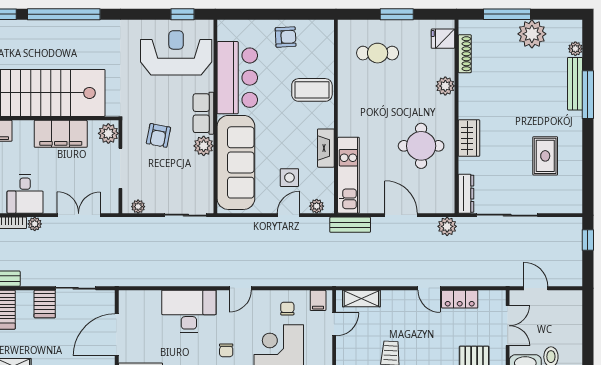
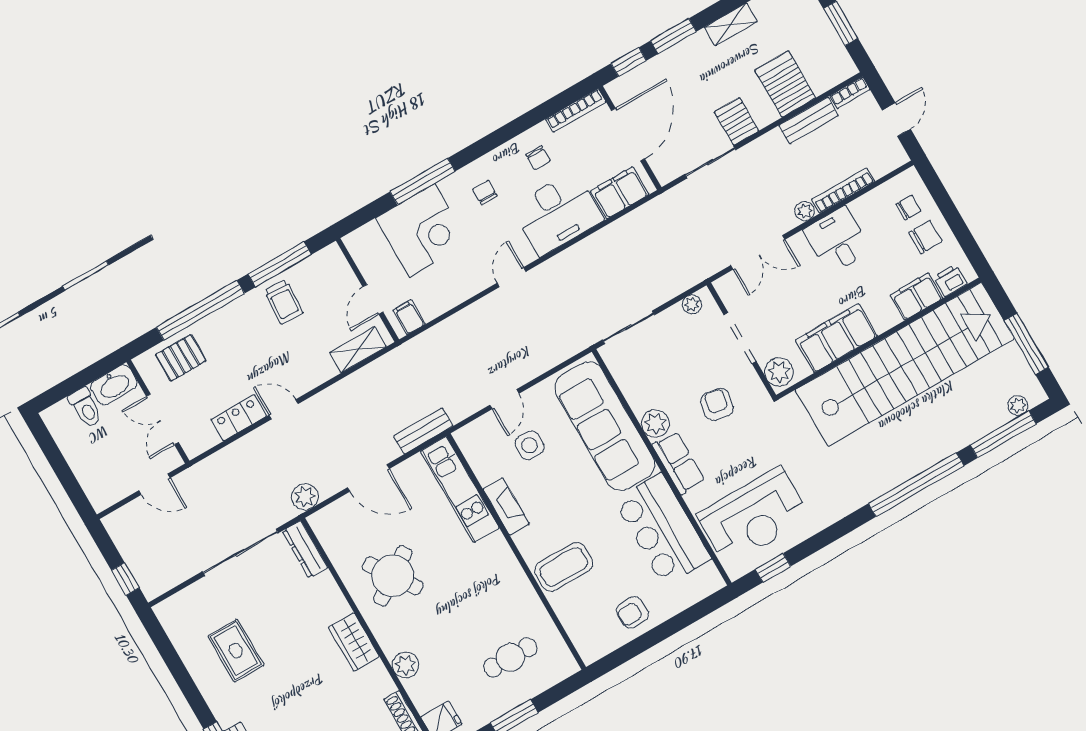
wardrobe: (469, 138) -> (354, 642), moved
round table: (421, 146) -> (393, 576), turned -34
plant: (317, 206) -> (477, 430), removed
filing cabinet: (143, 302) -> (620, 193), added
chair: (287, 309) -> (538, 158), moved

